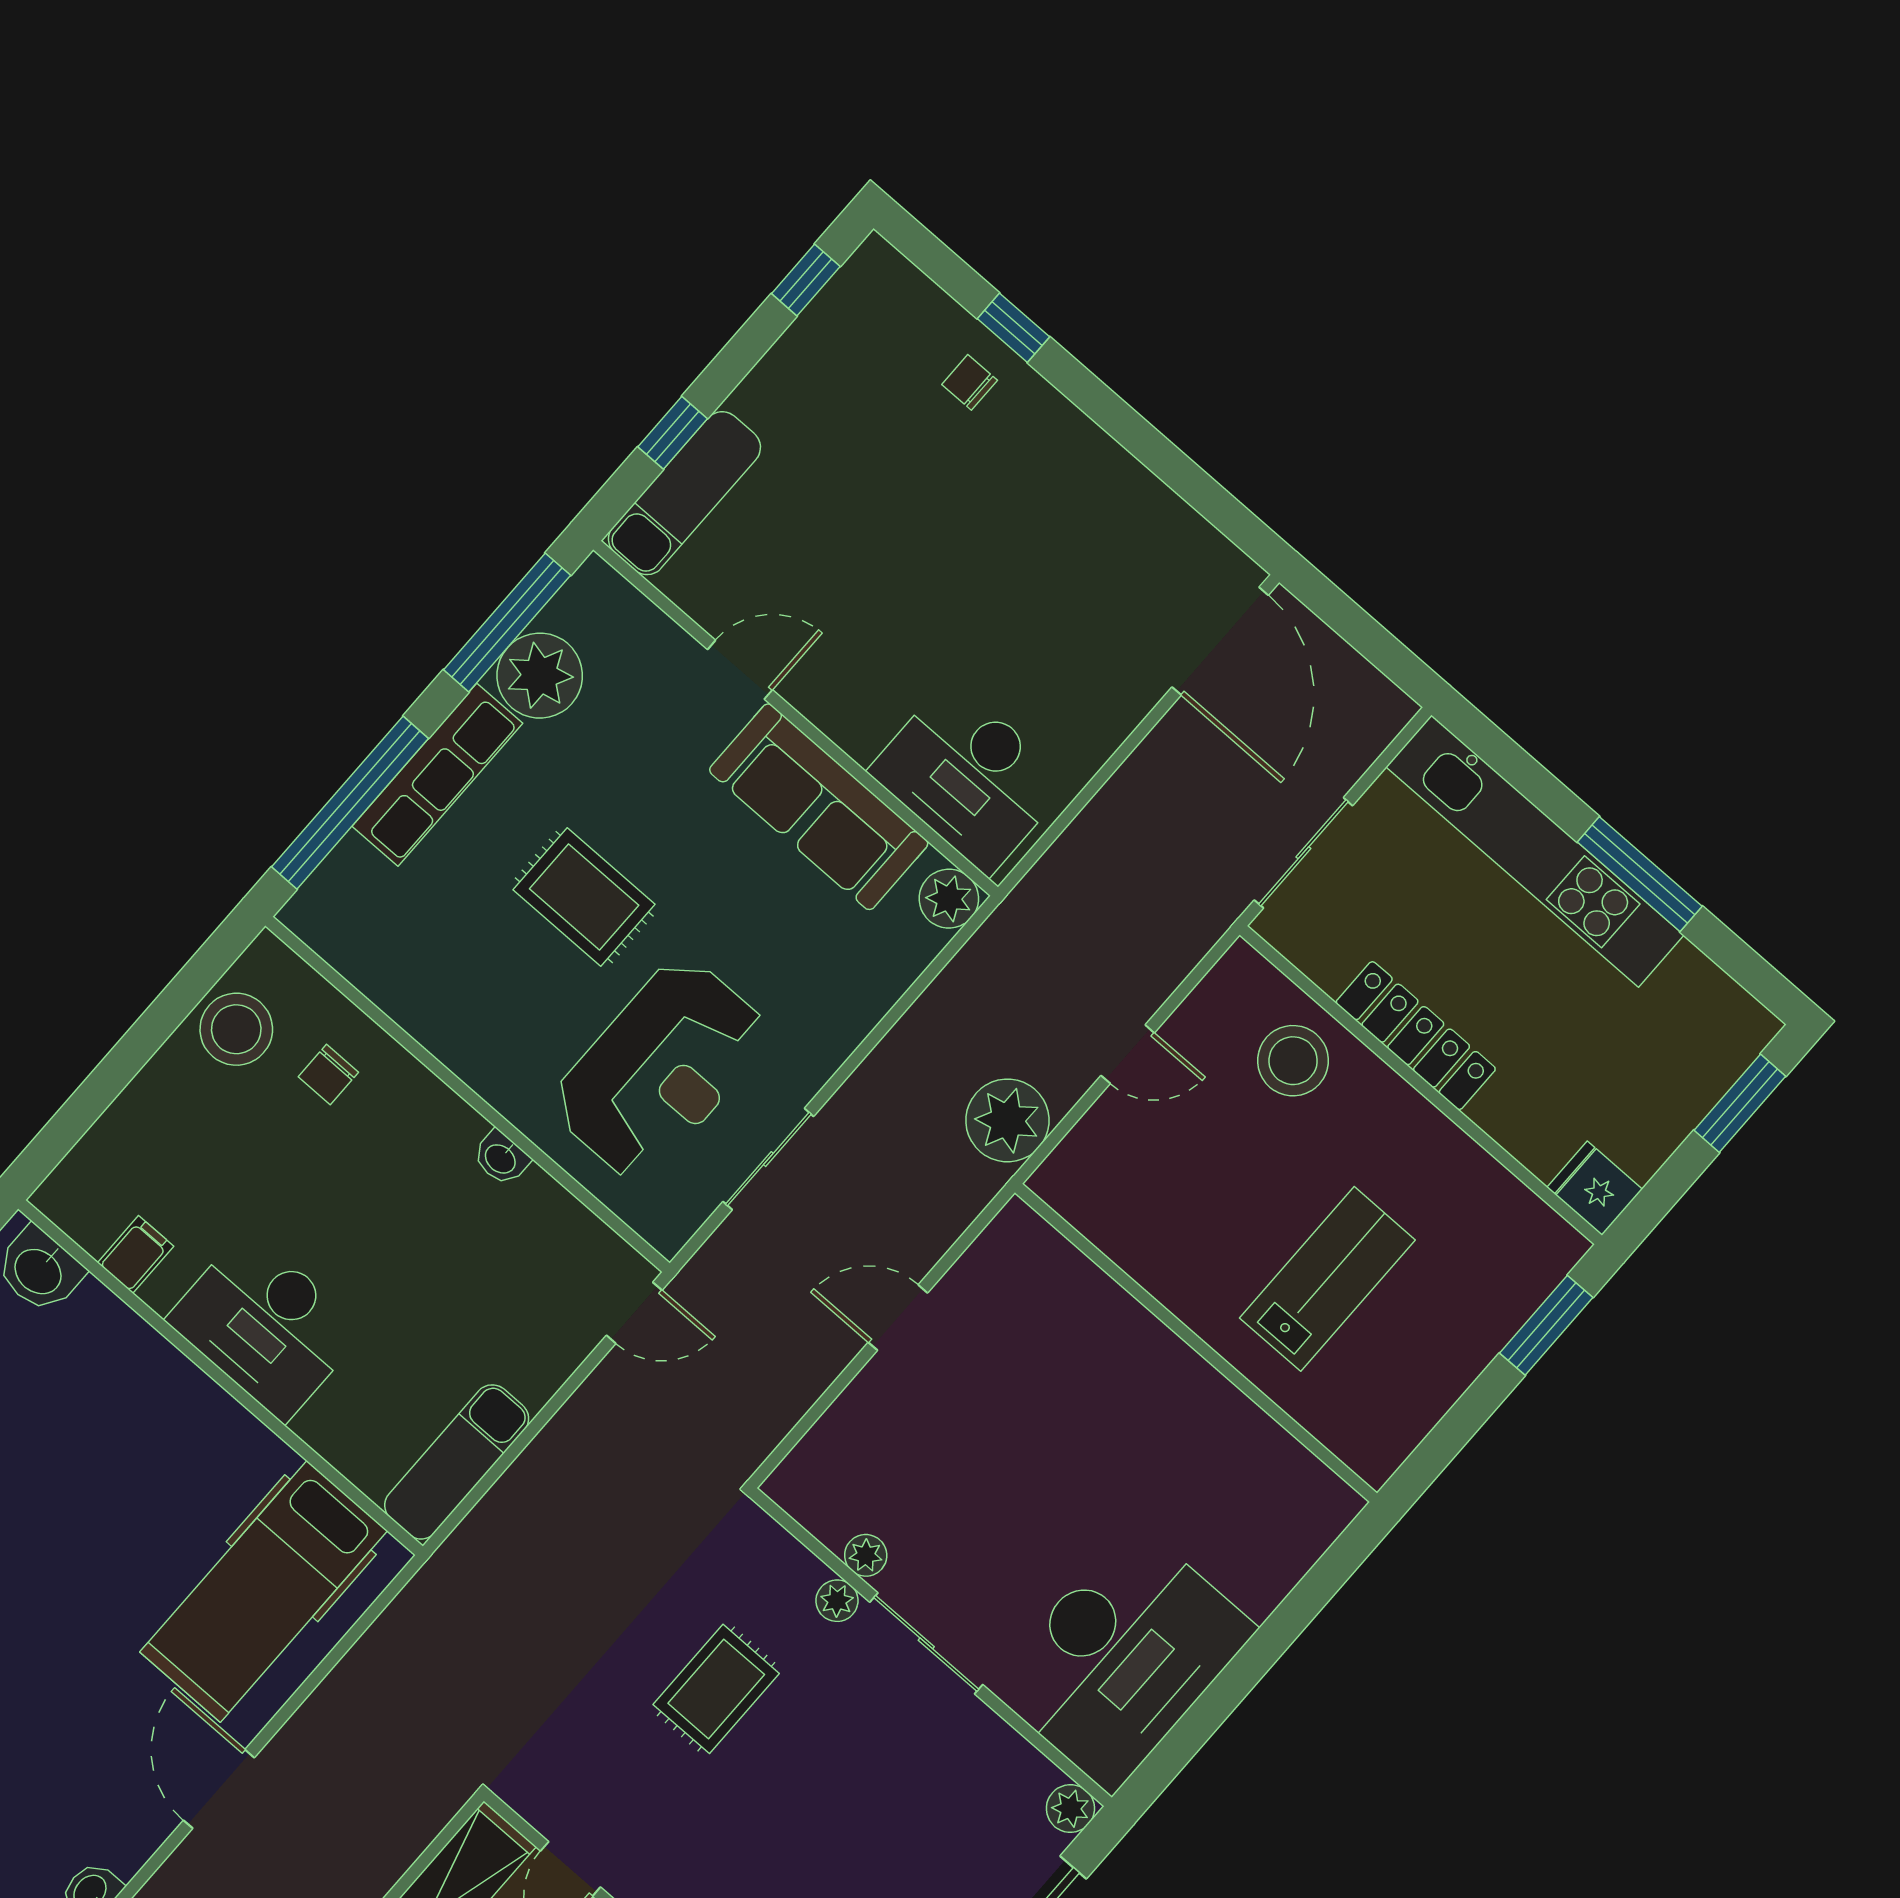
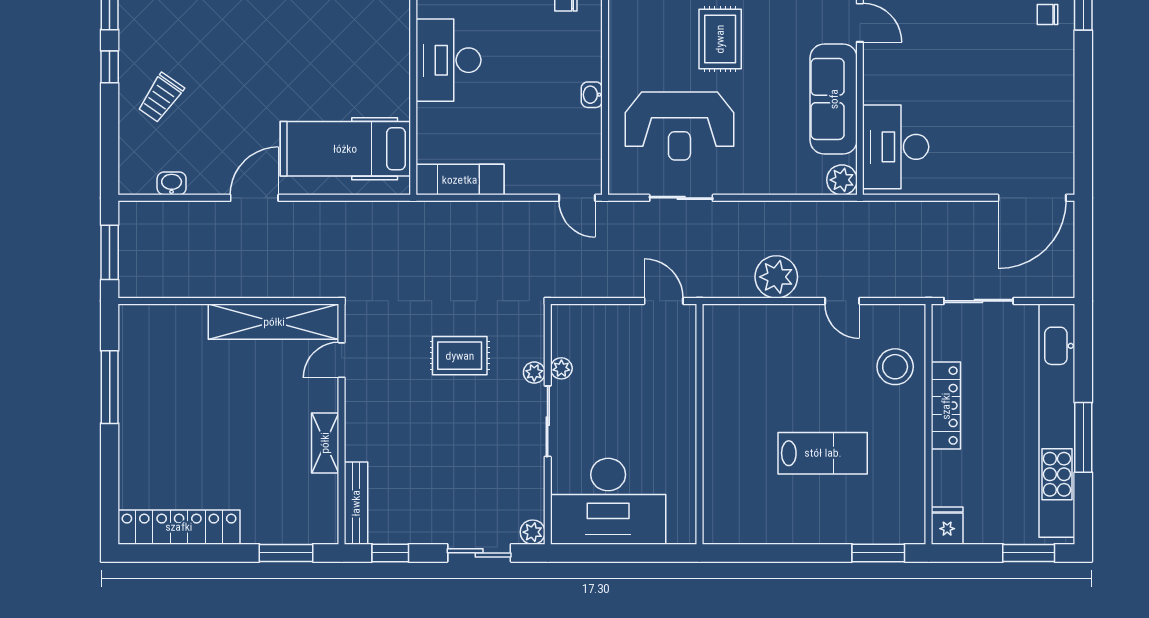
chair: (970, 382) -> (1048, 15), turned -90
kitchen unit: (1535, 851) -> (1057, 421), width x1.36
wall: (1196, 1343) -> (700, 424), moved

